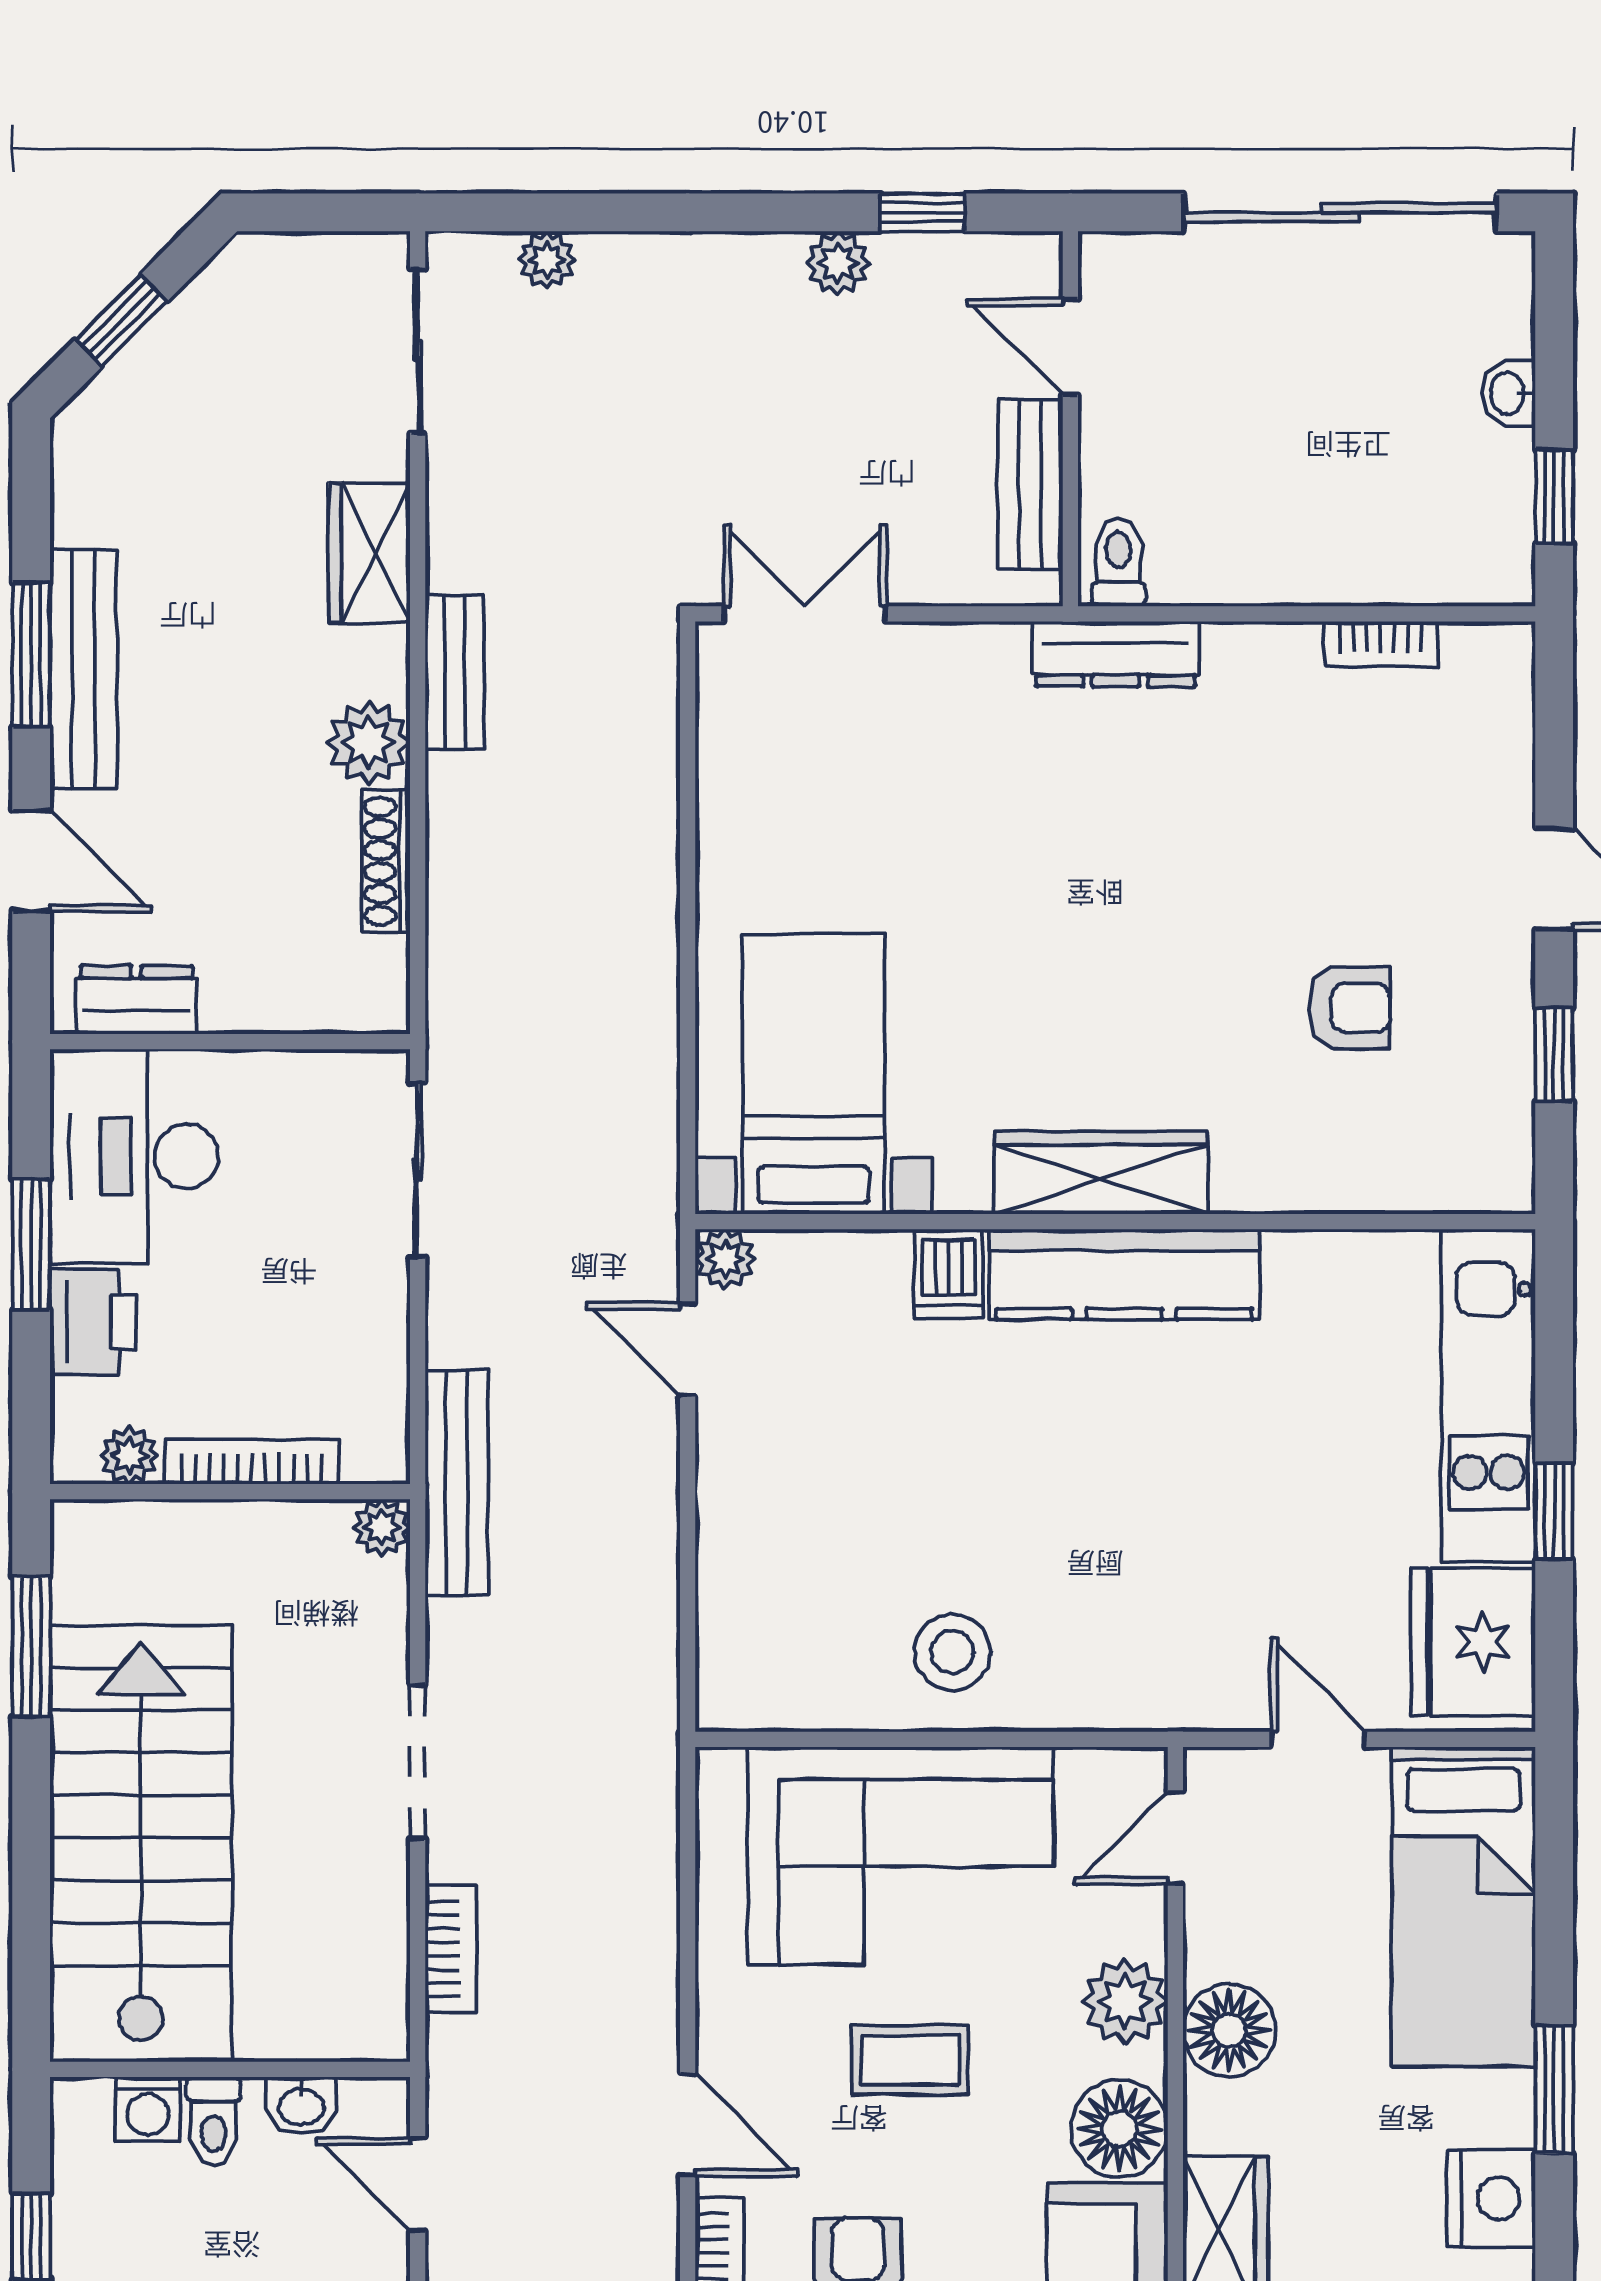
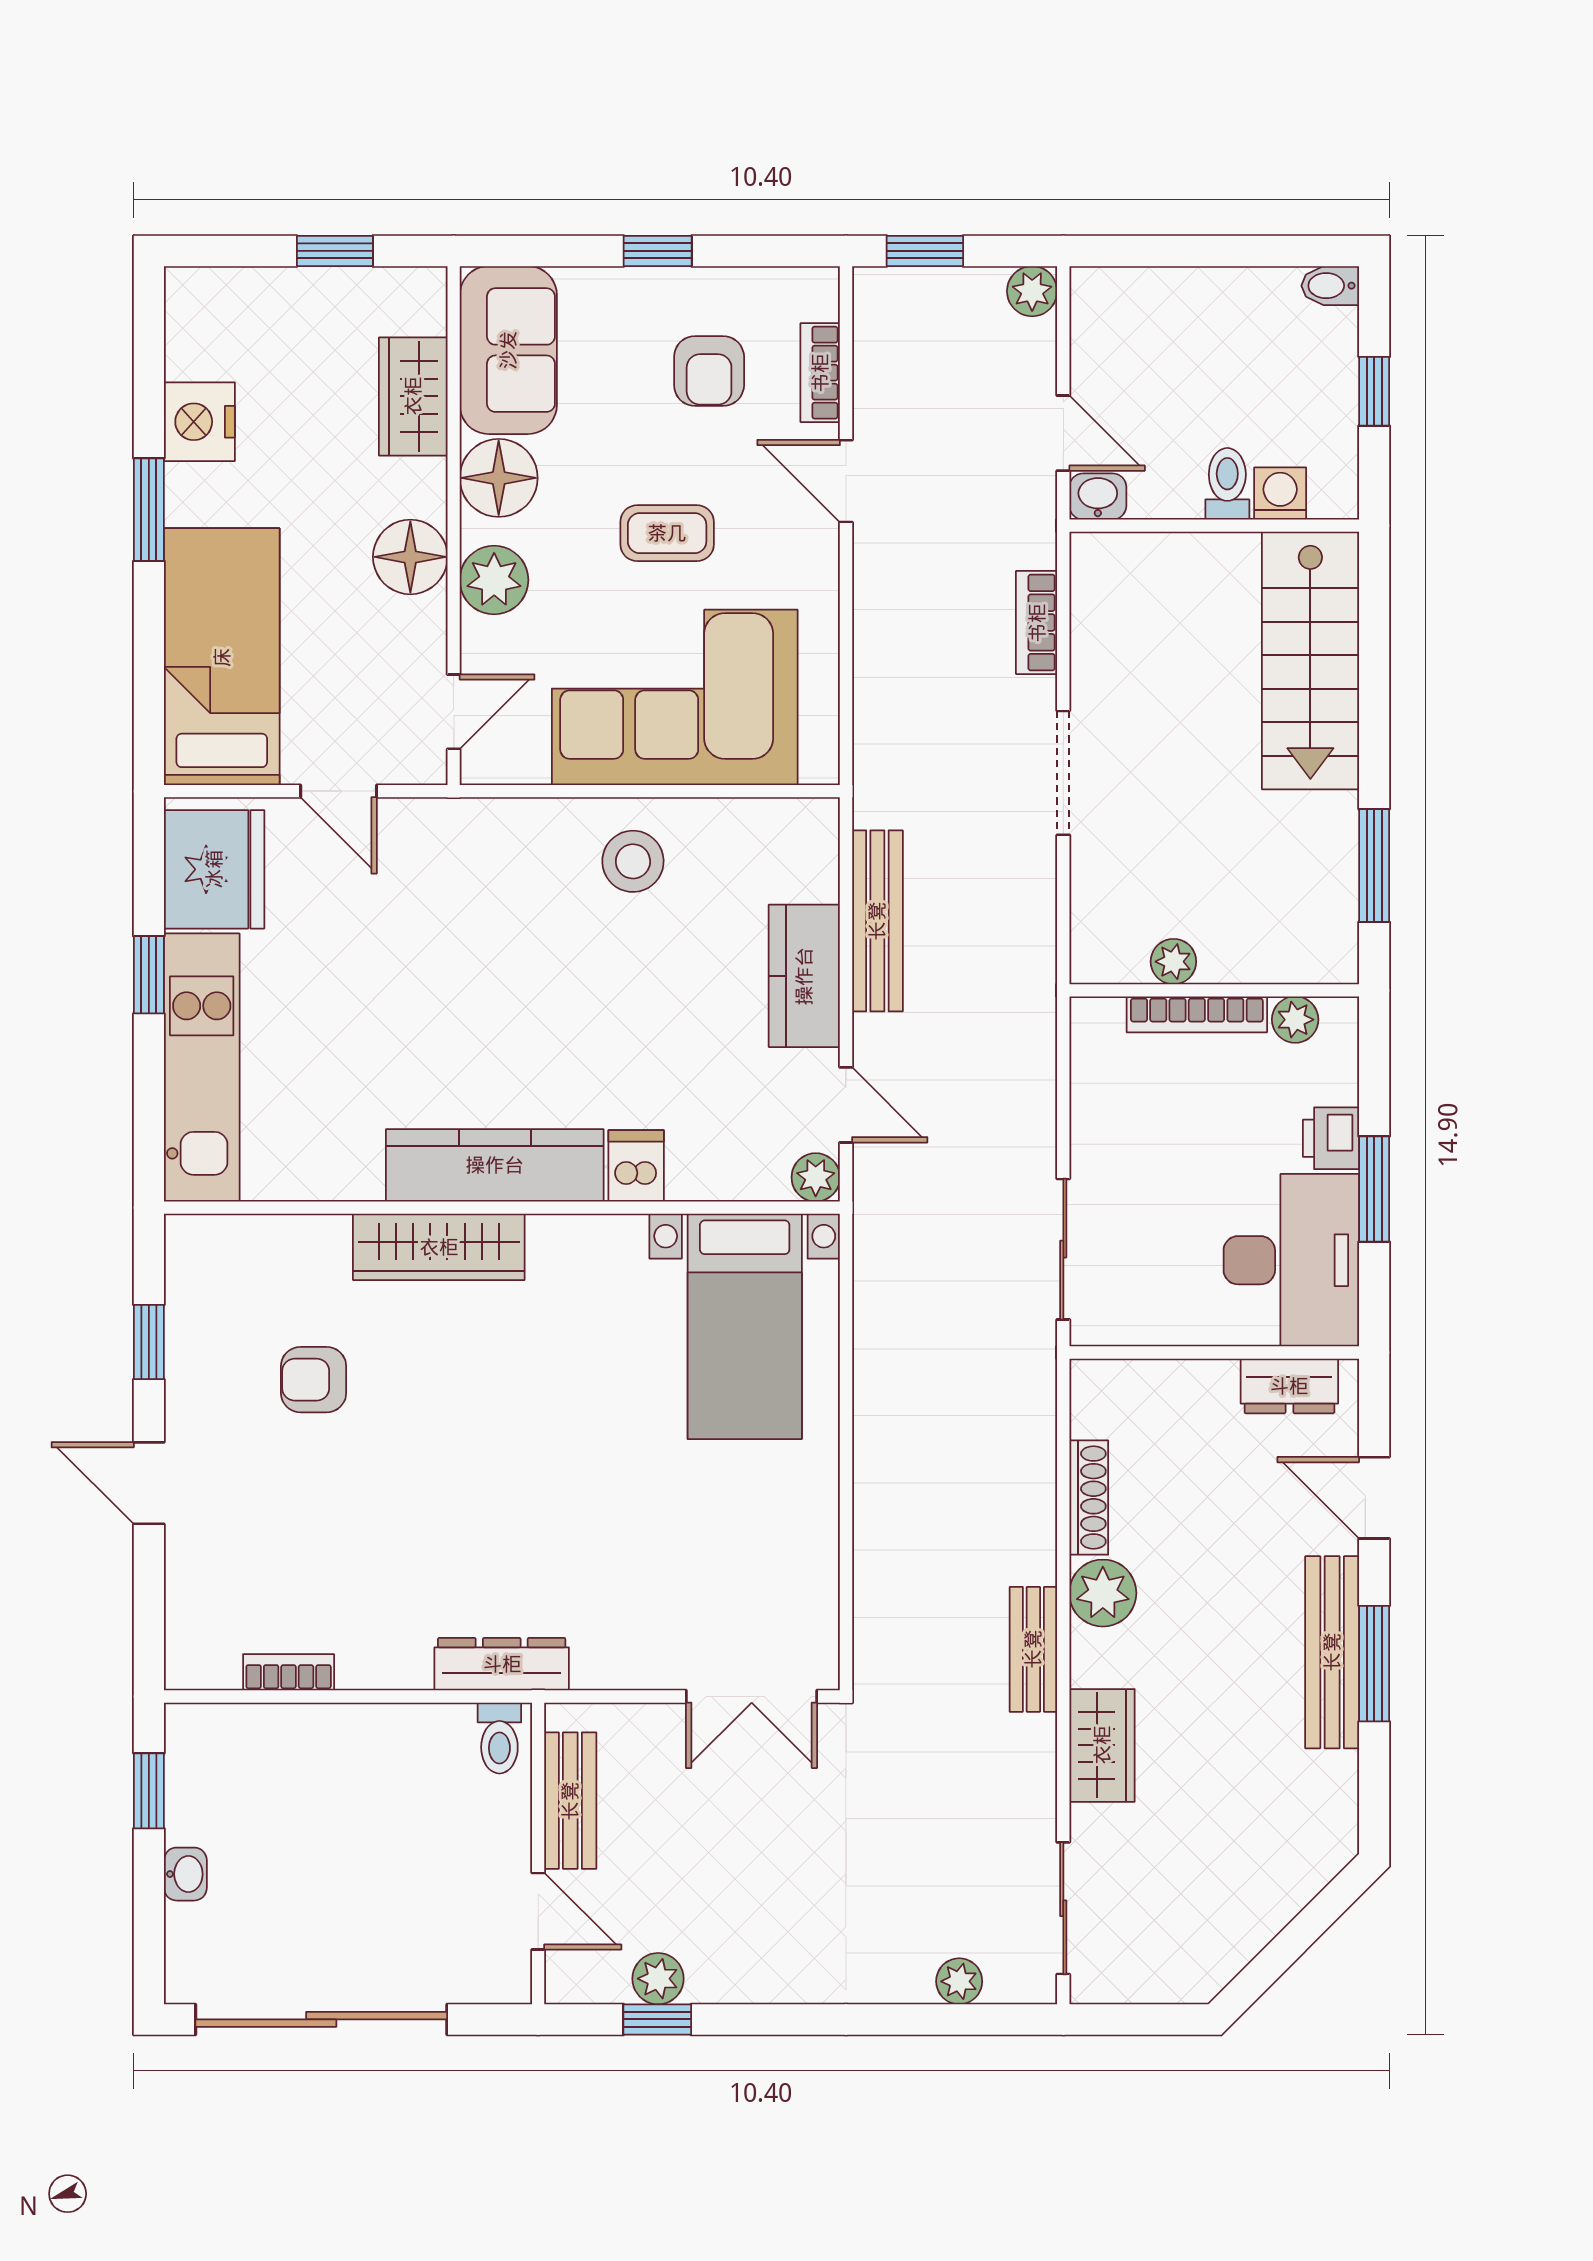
plant: (838, 263) -> (658, 1979), moved
window: (121, 320) -> (1302, 1933), removed
wardrobe: (1101, 1173) -> (439, 1247), moved
printer: (93, 1322) -> (1331, 1138), width x0.73, depth x0.81
bench: (457, 1483) -> (877, 921), moved
kitchen counter: (739, 1510) -> (804, 976), added
plant: (382, 1527) -> (1173, 962), moved
stairs: (141, 1843) -> (1310, 660), width x0.73, depth x0.66
washbasin: (301, 2106) -> (1098, 496), moved

